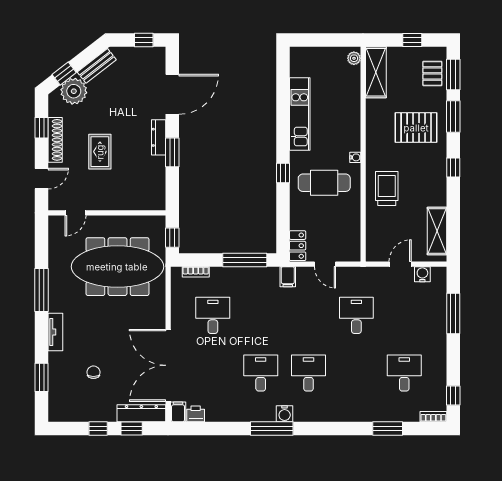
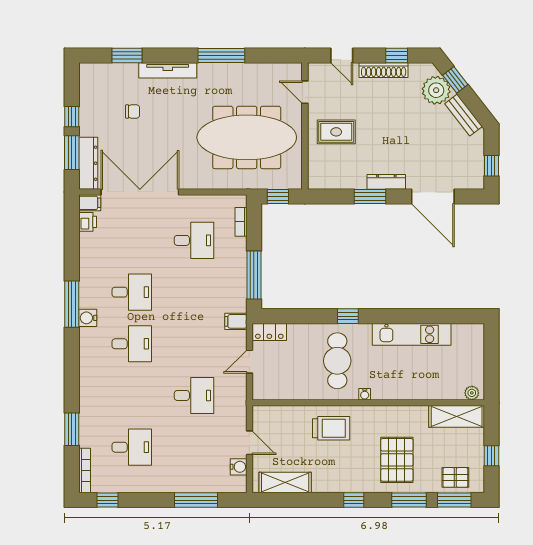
rug: (100, 152) -> (336, 132), moved
meeting table: (117, 267) -> (247, 137), turned 90
tv unit: (55, 332) -> (168, 70), width x1.41
bookcase: (433, 417) -> (85, 471), width x1.56
window: (132, 428) -> (72, 153), width x1.50

